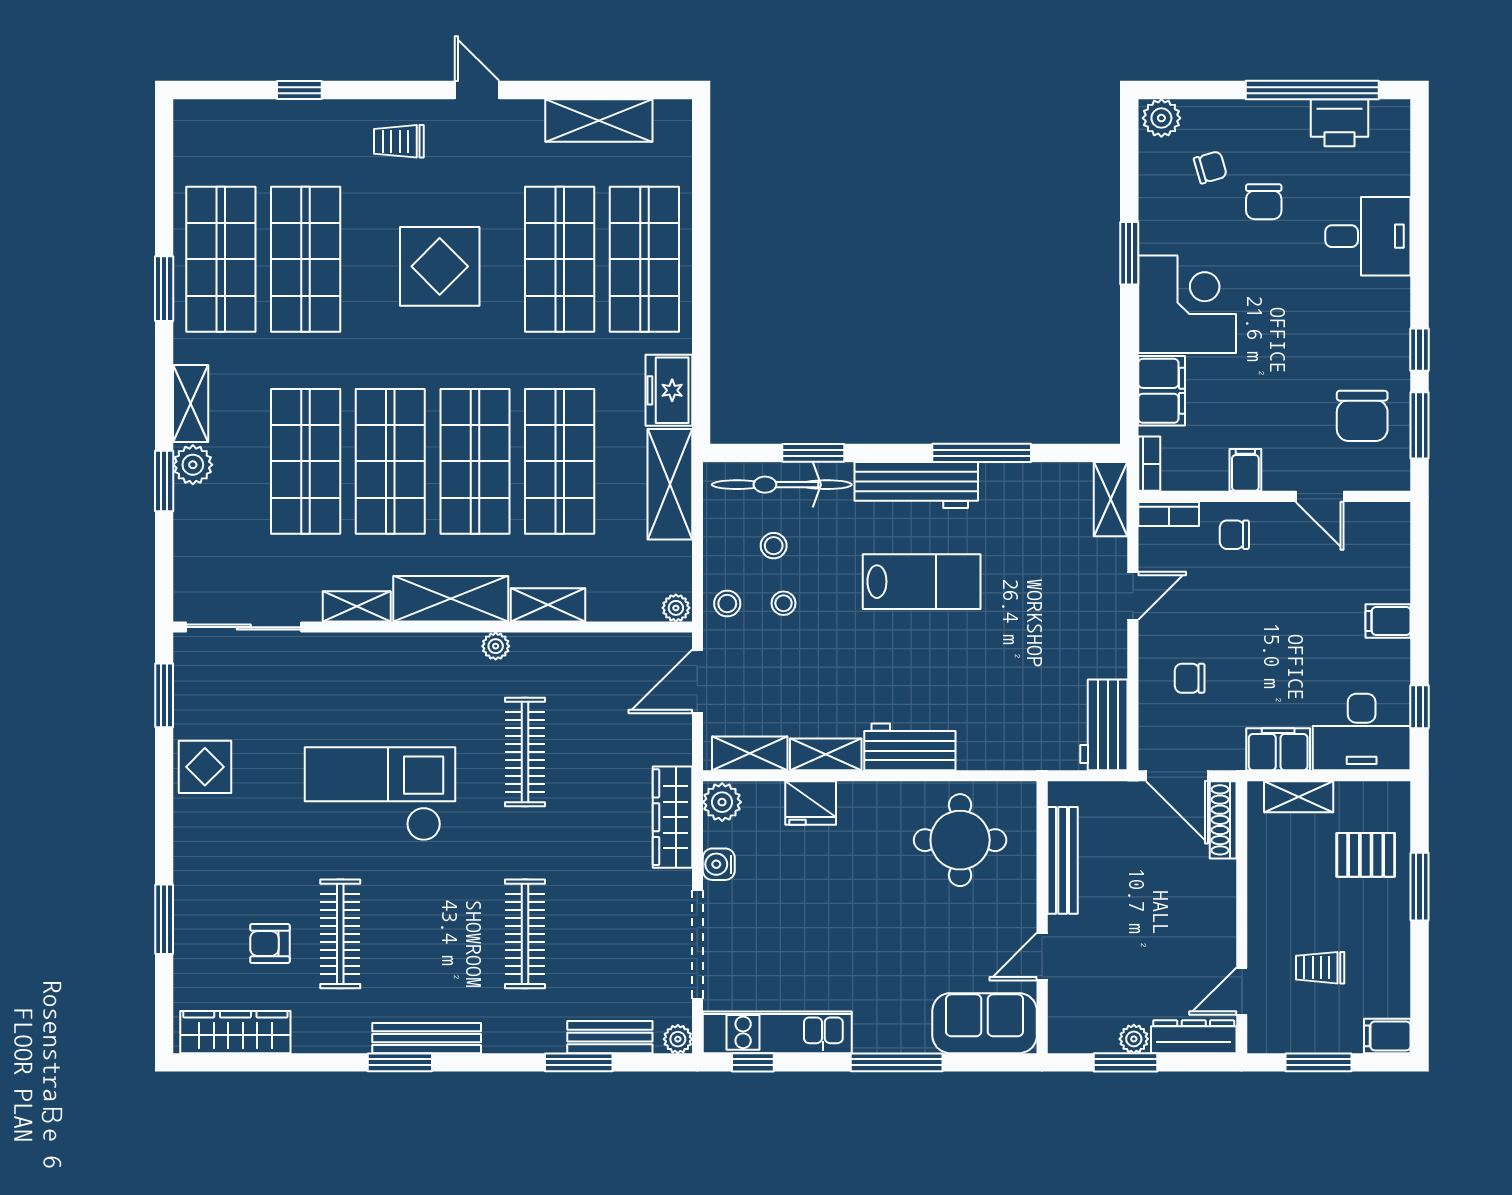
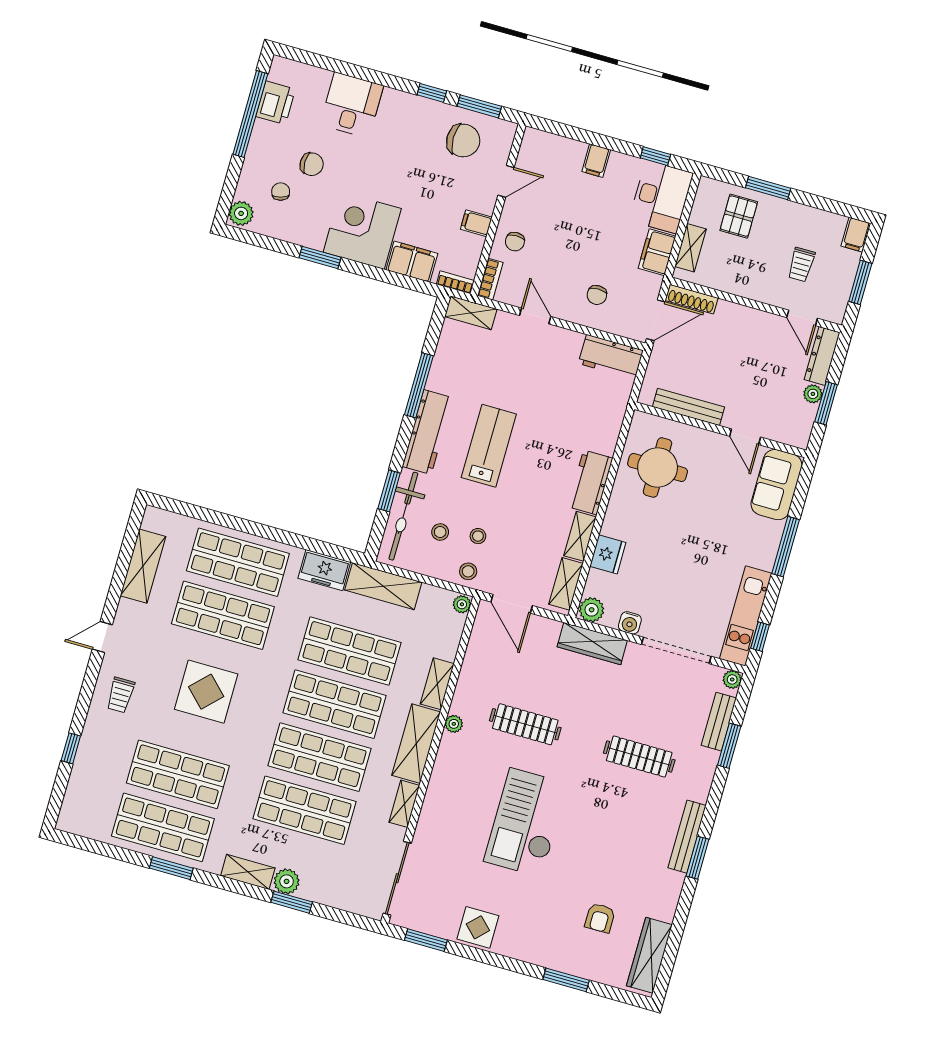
clothes rail: (340, 934) -> (606, 872), removed

